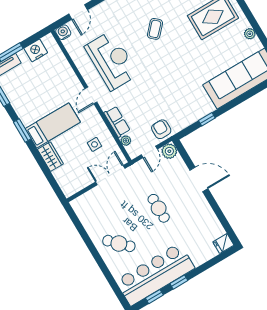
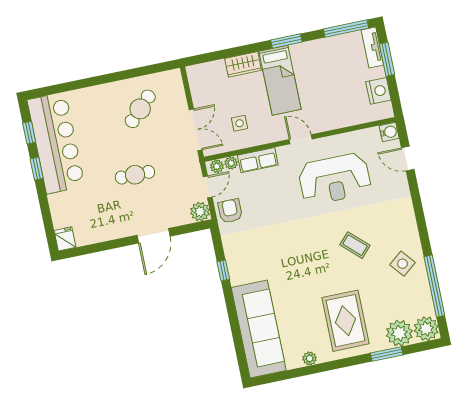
armchair: (161, 129) -> (230, 211), turned -90
plant: (132, 150) -> (217, 166), added
door: (149, 152) -> (208, 187), swing flipped
cafe table: (119, 243) -> (140, 109), moved

